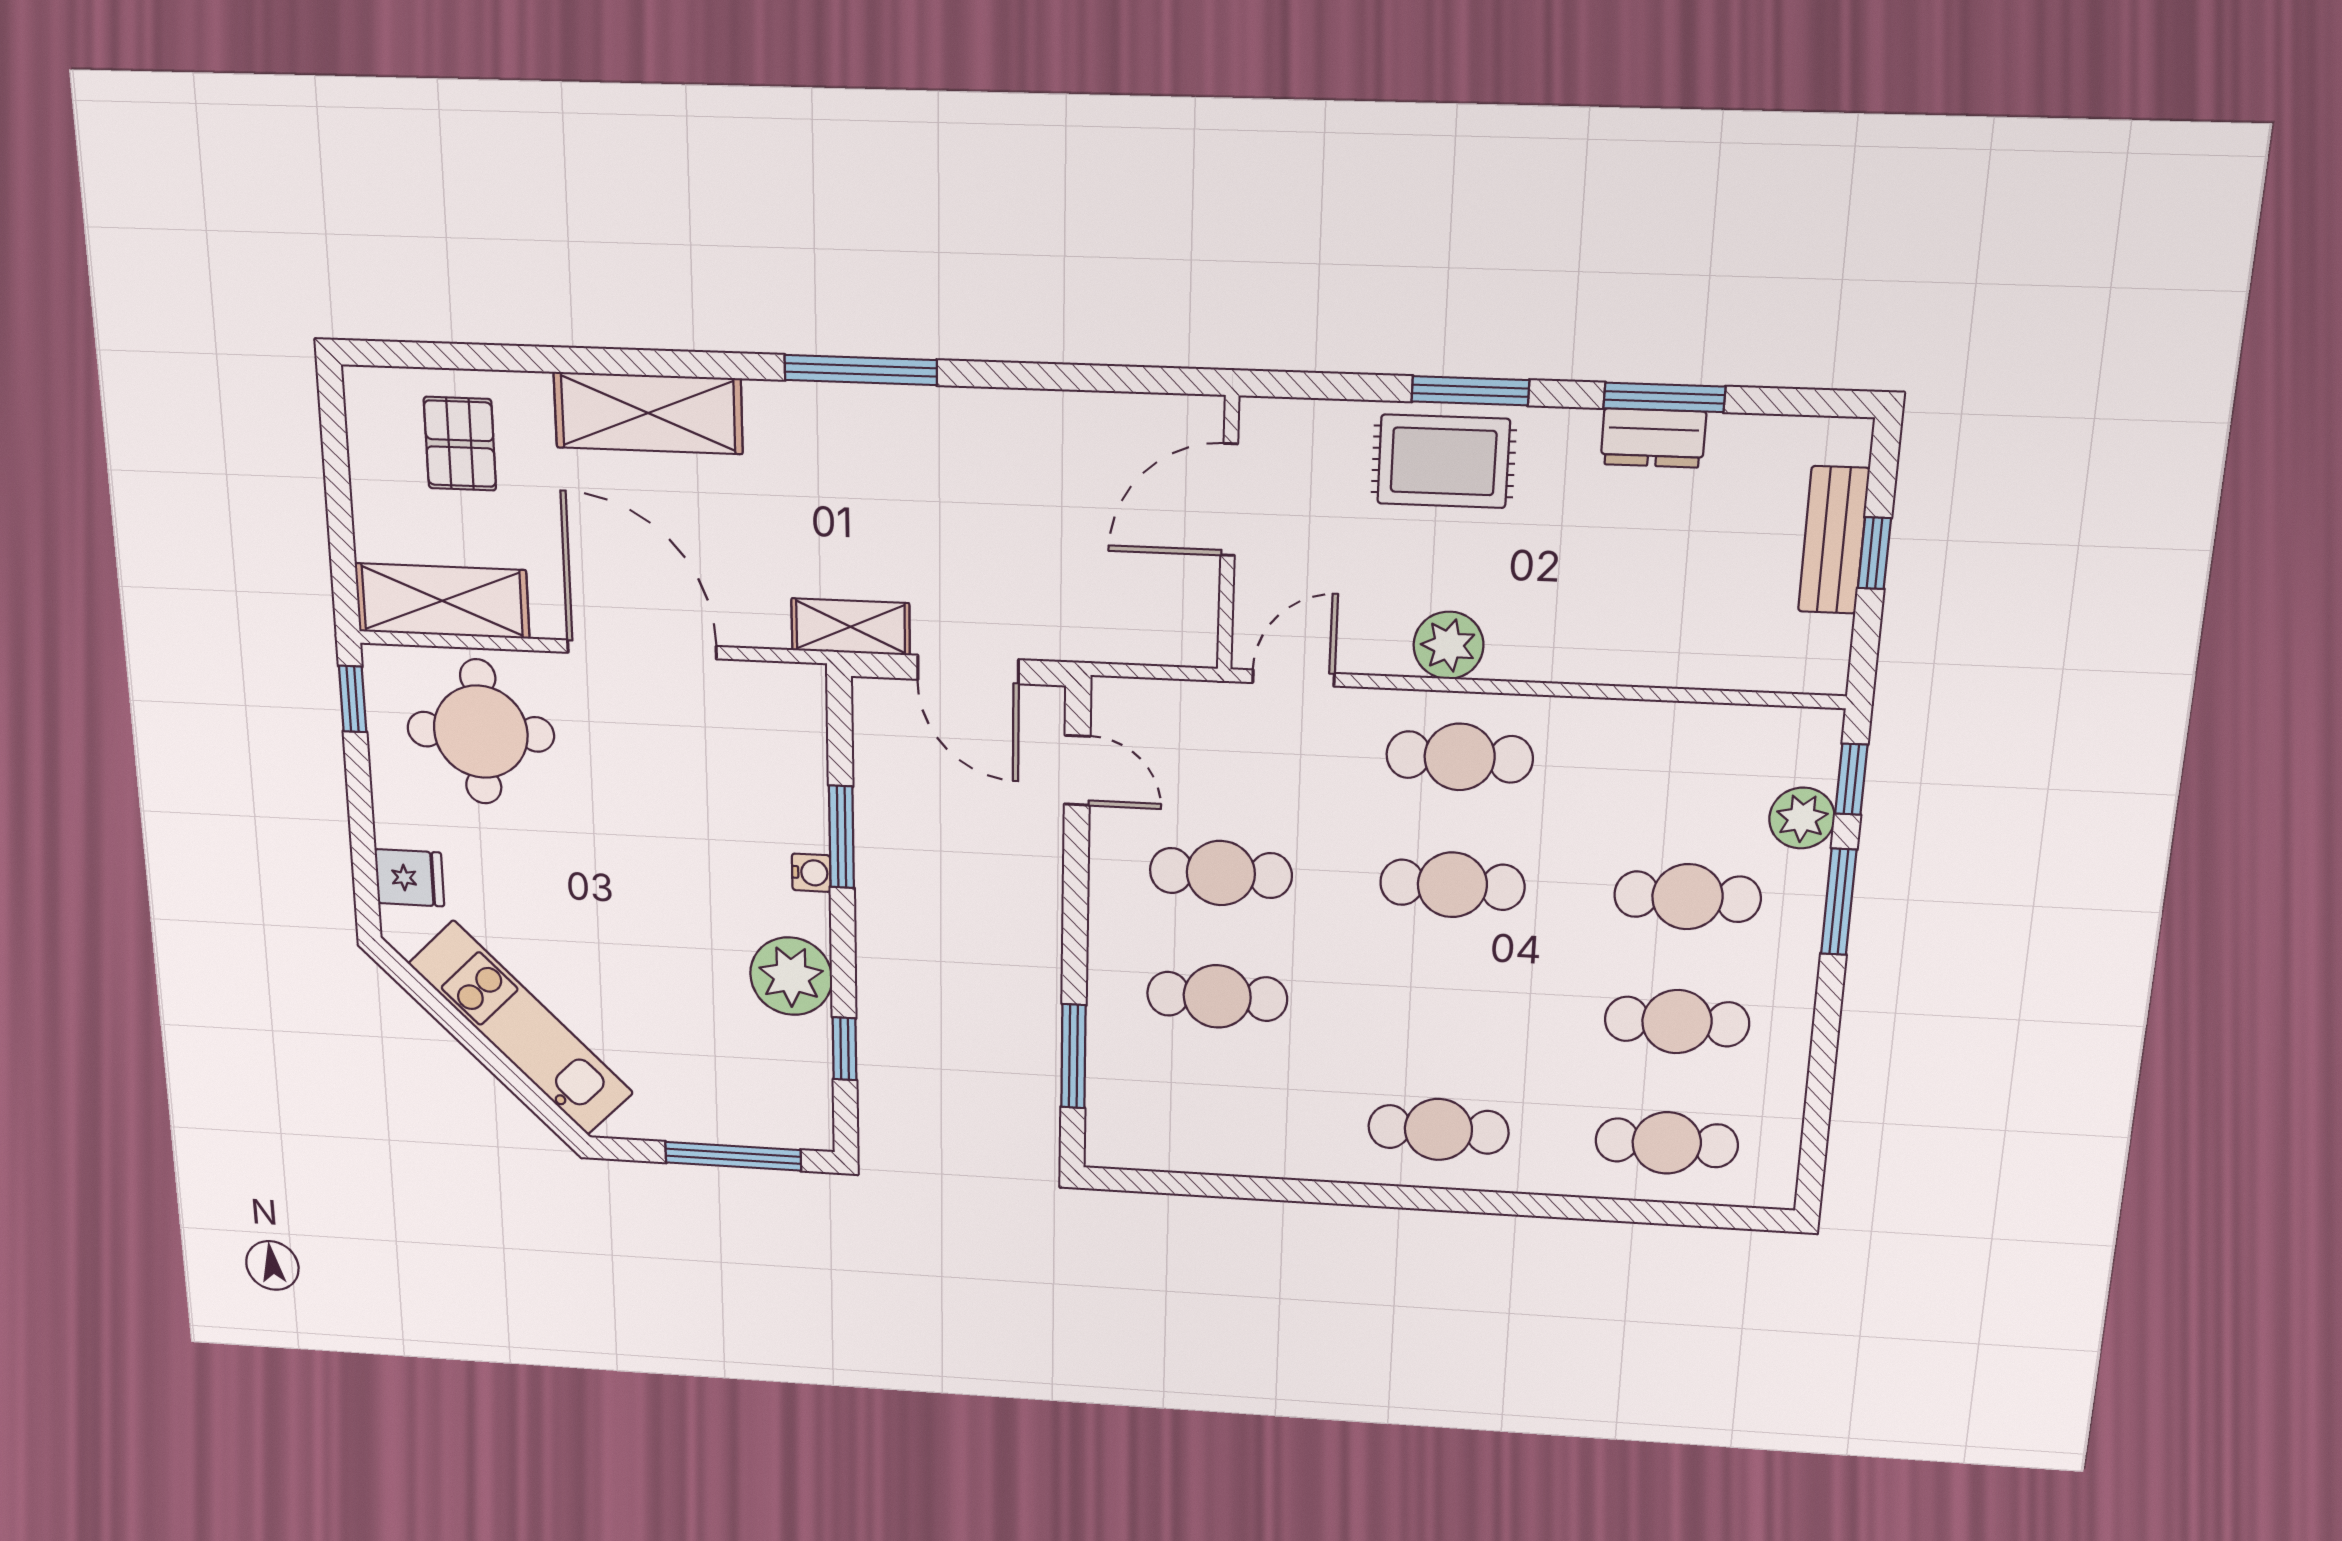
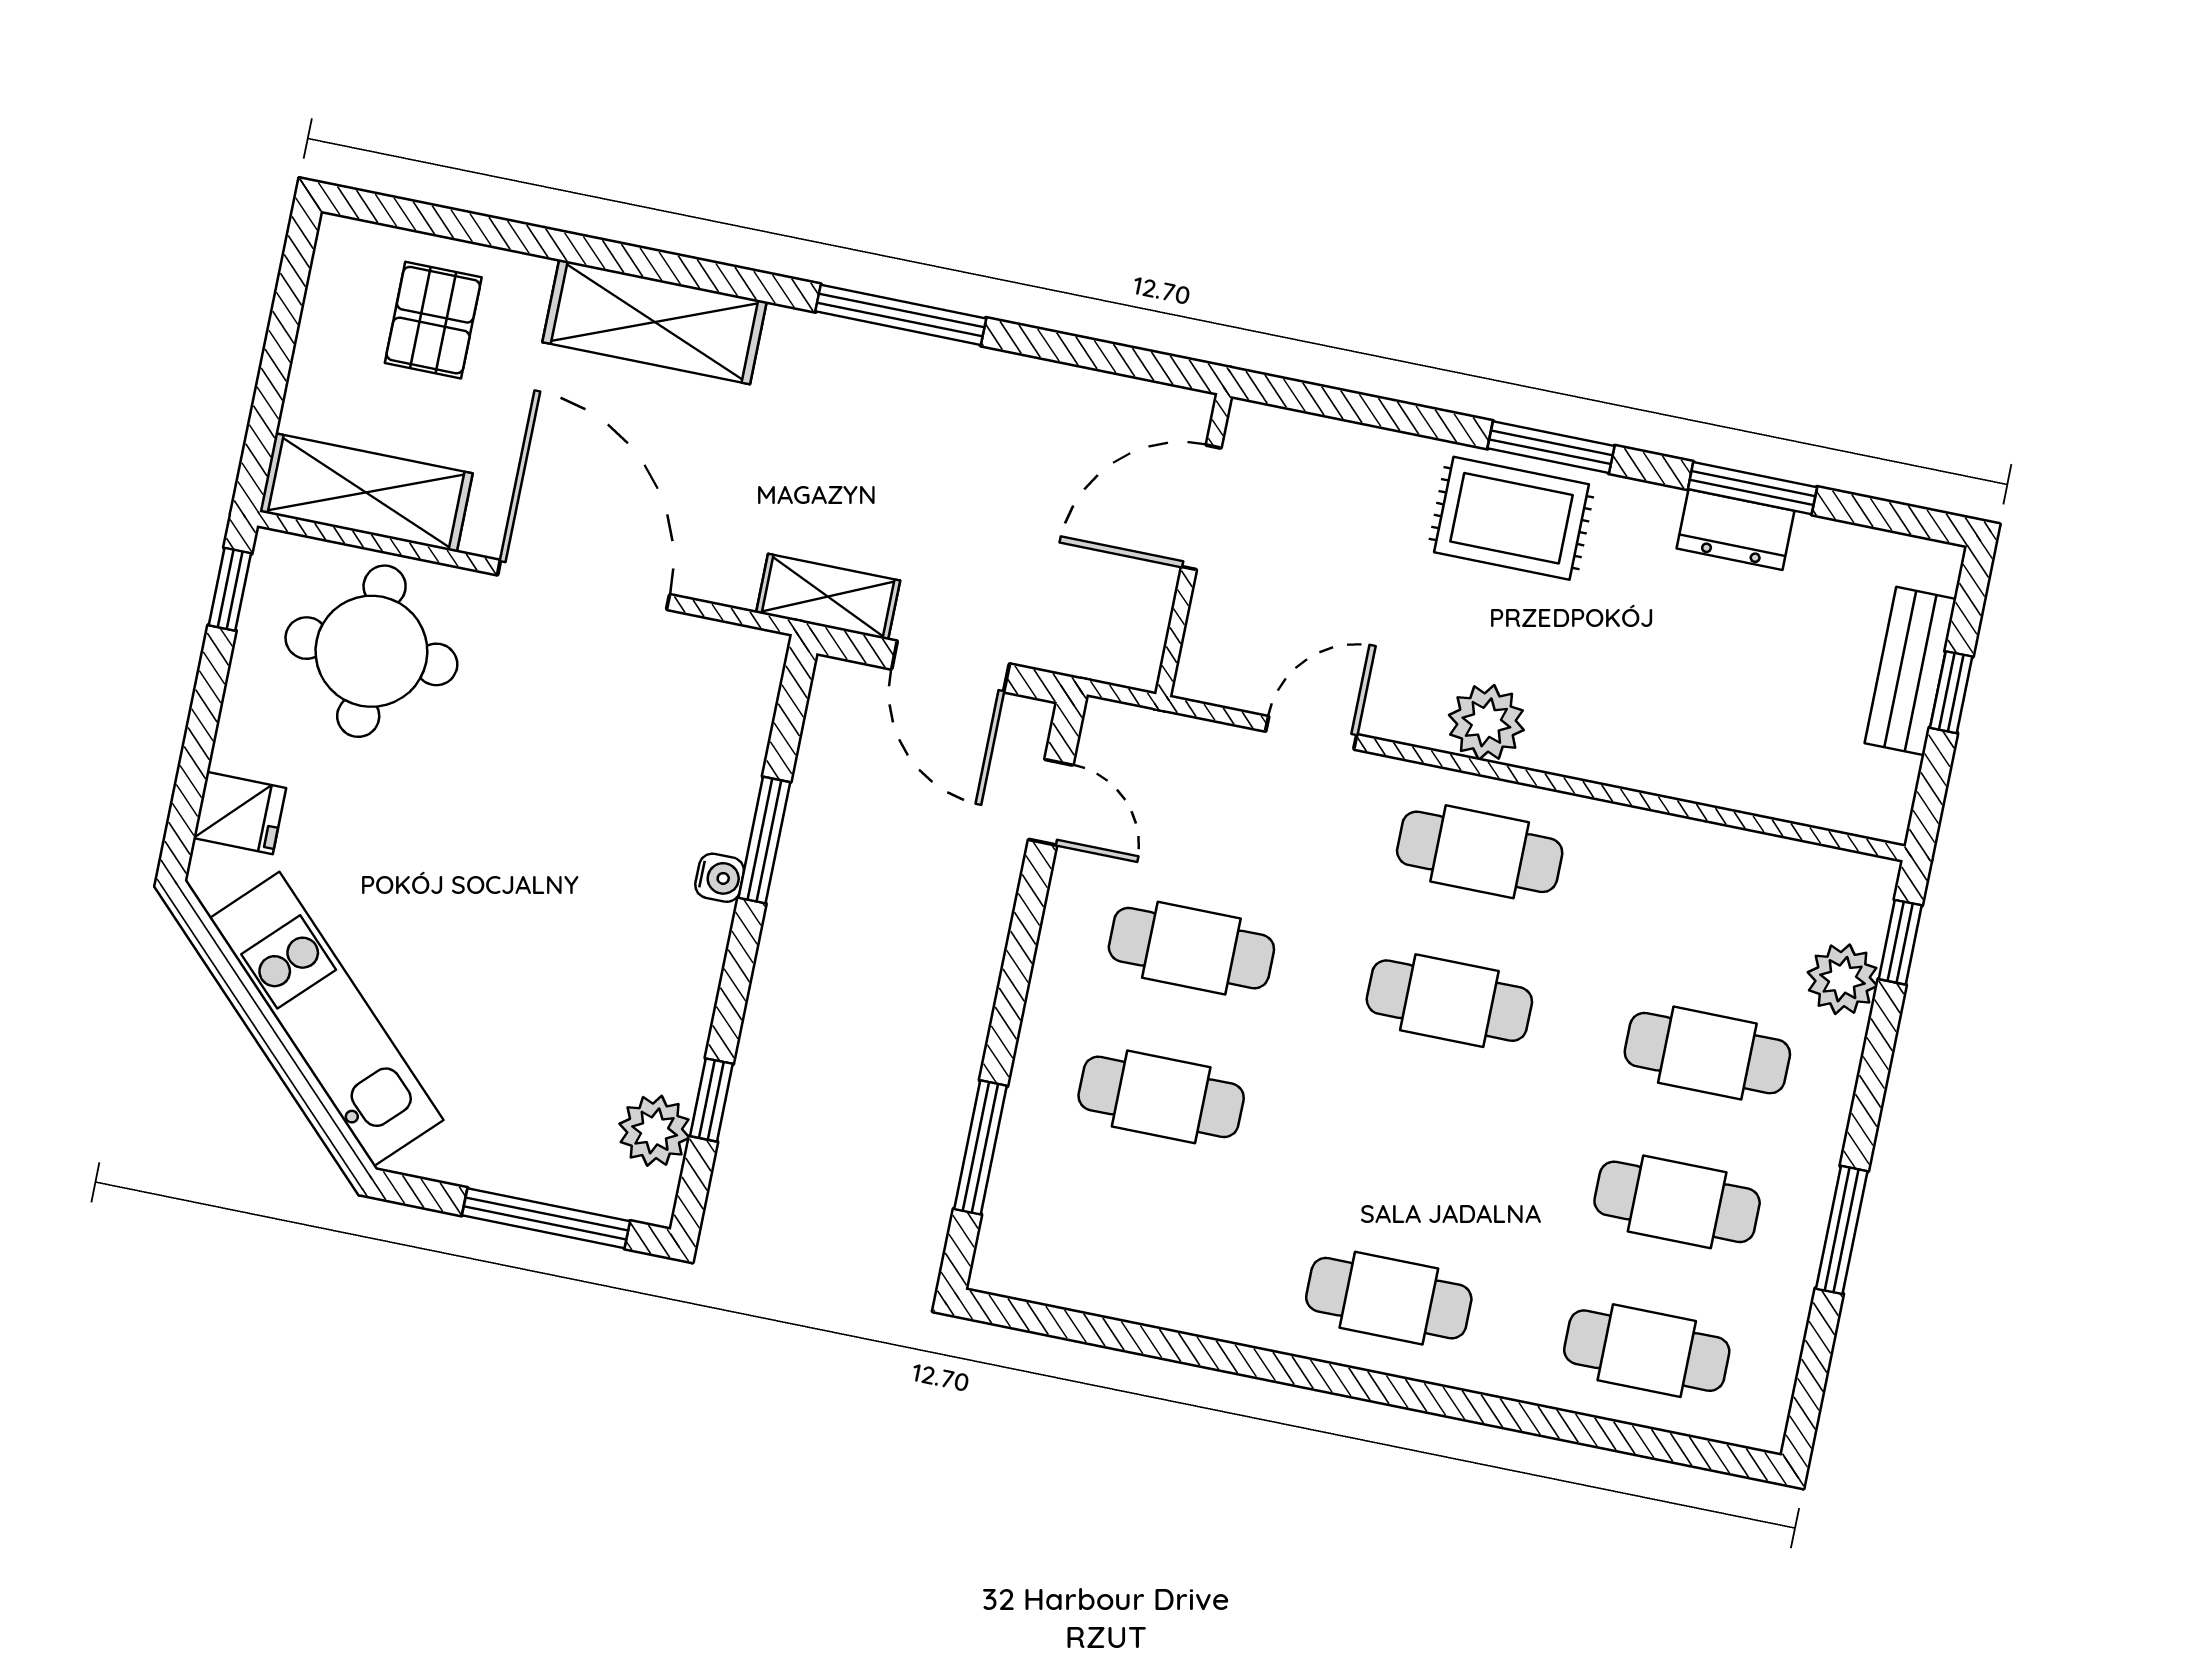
door: (1229, 500) -> (1201, 507), moved
wall: (1228, 534) -> (1194, 545), moved
window: (1839, 902) -> (1842, 1230), moved
plant: (791, 976) -> (655, 1131), moved, width x0.73, depth x0.73

